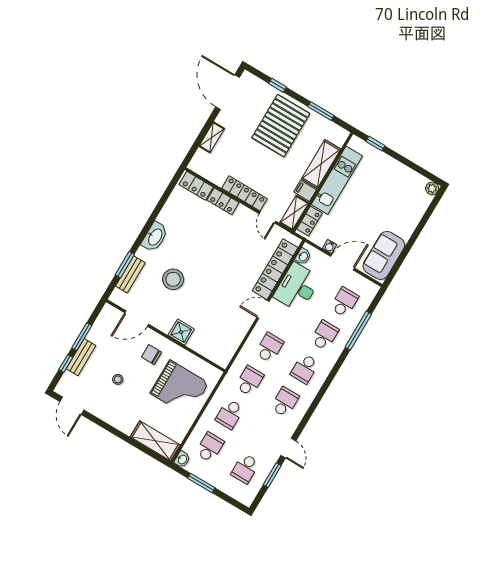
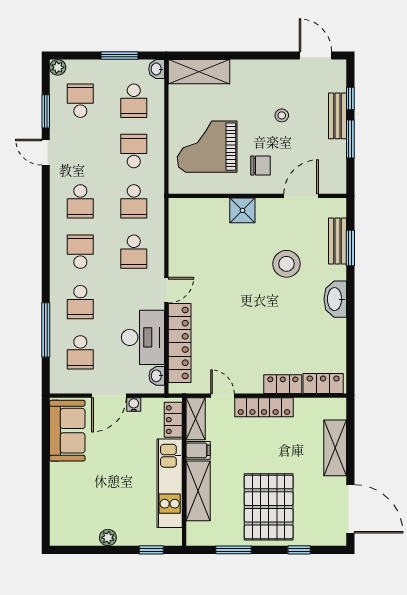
shelving: (212, 137) -> (335, 448), width x1.50, depth x1.33
plant: (432, 188) -> (108, 538), moved
plant: (247, 499) -> (58, 67), added

